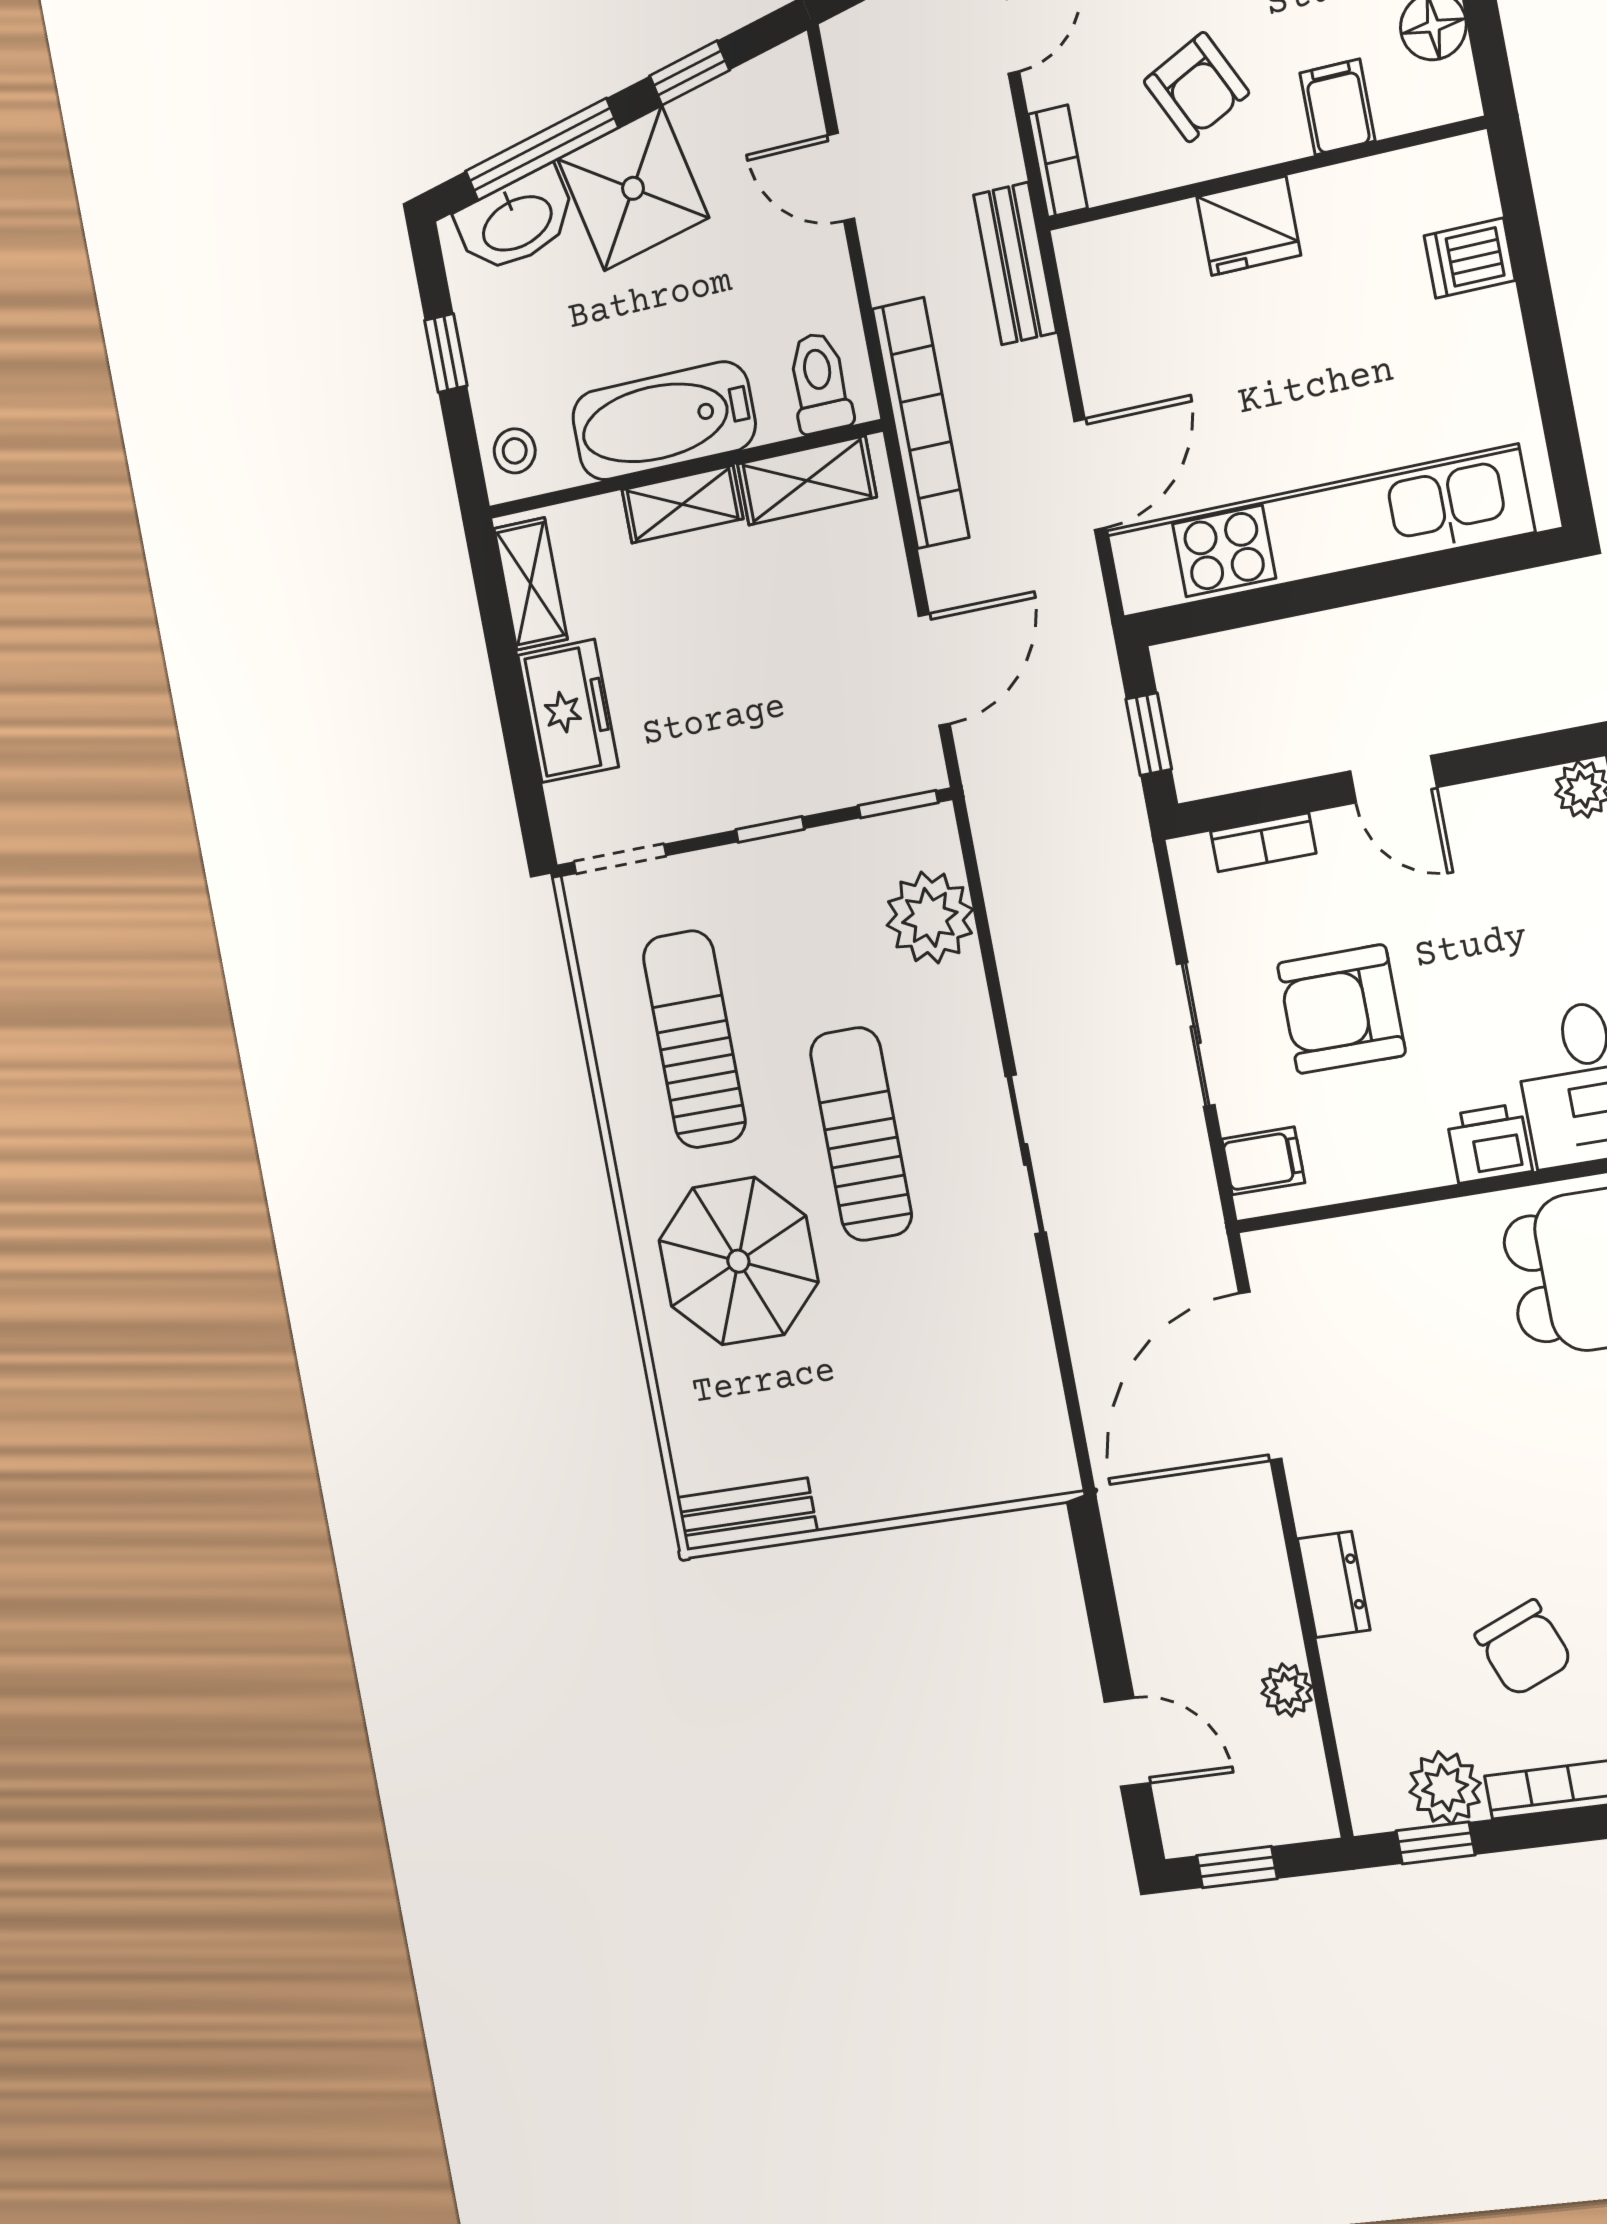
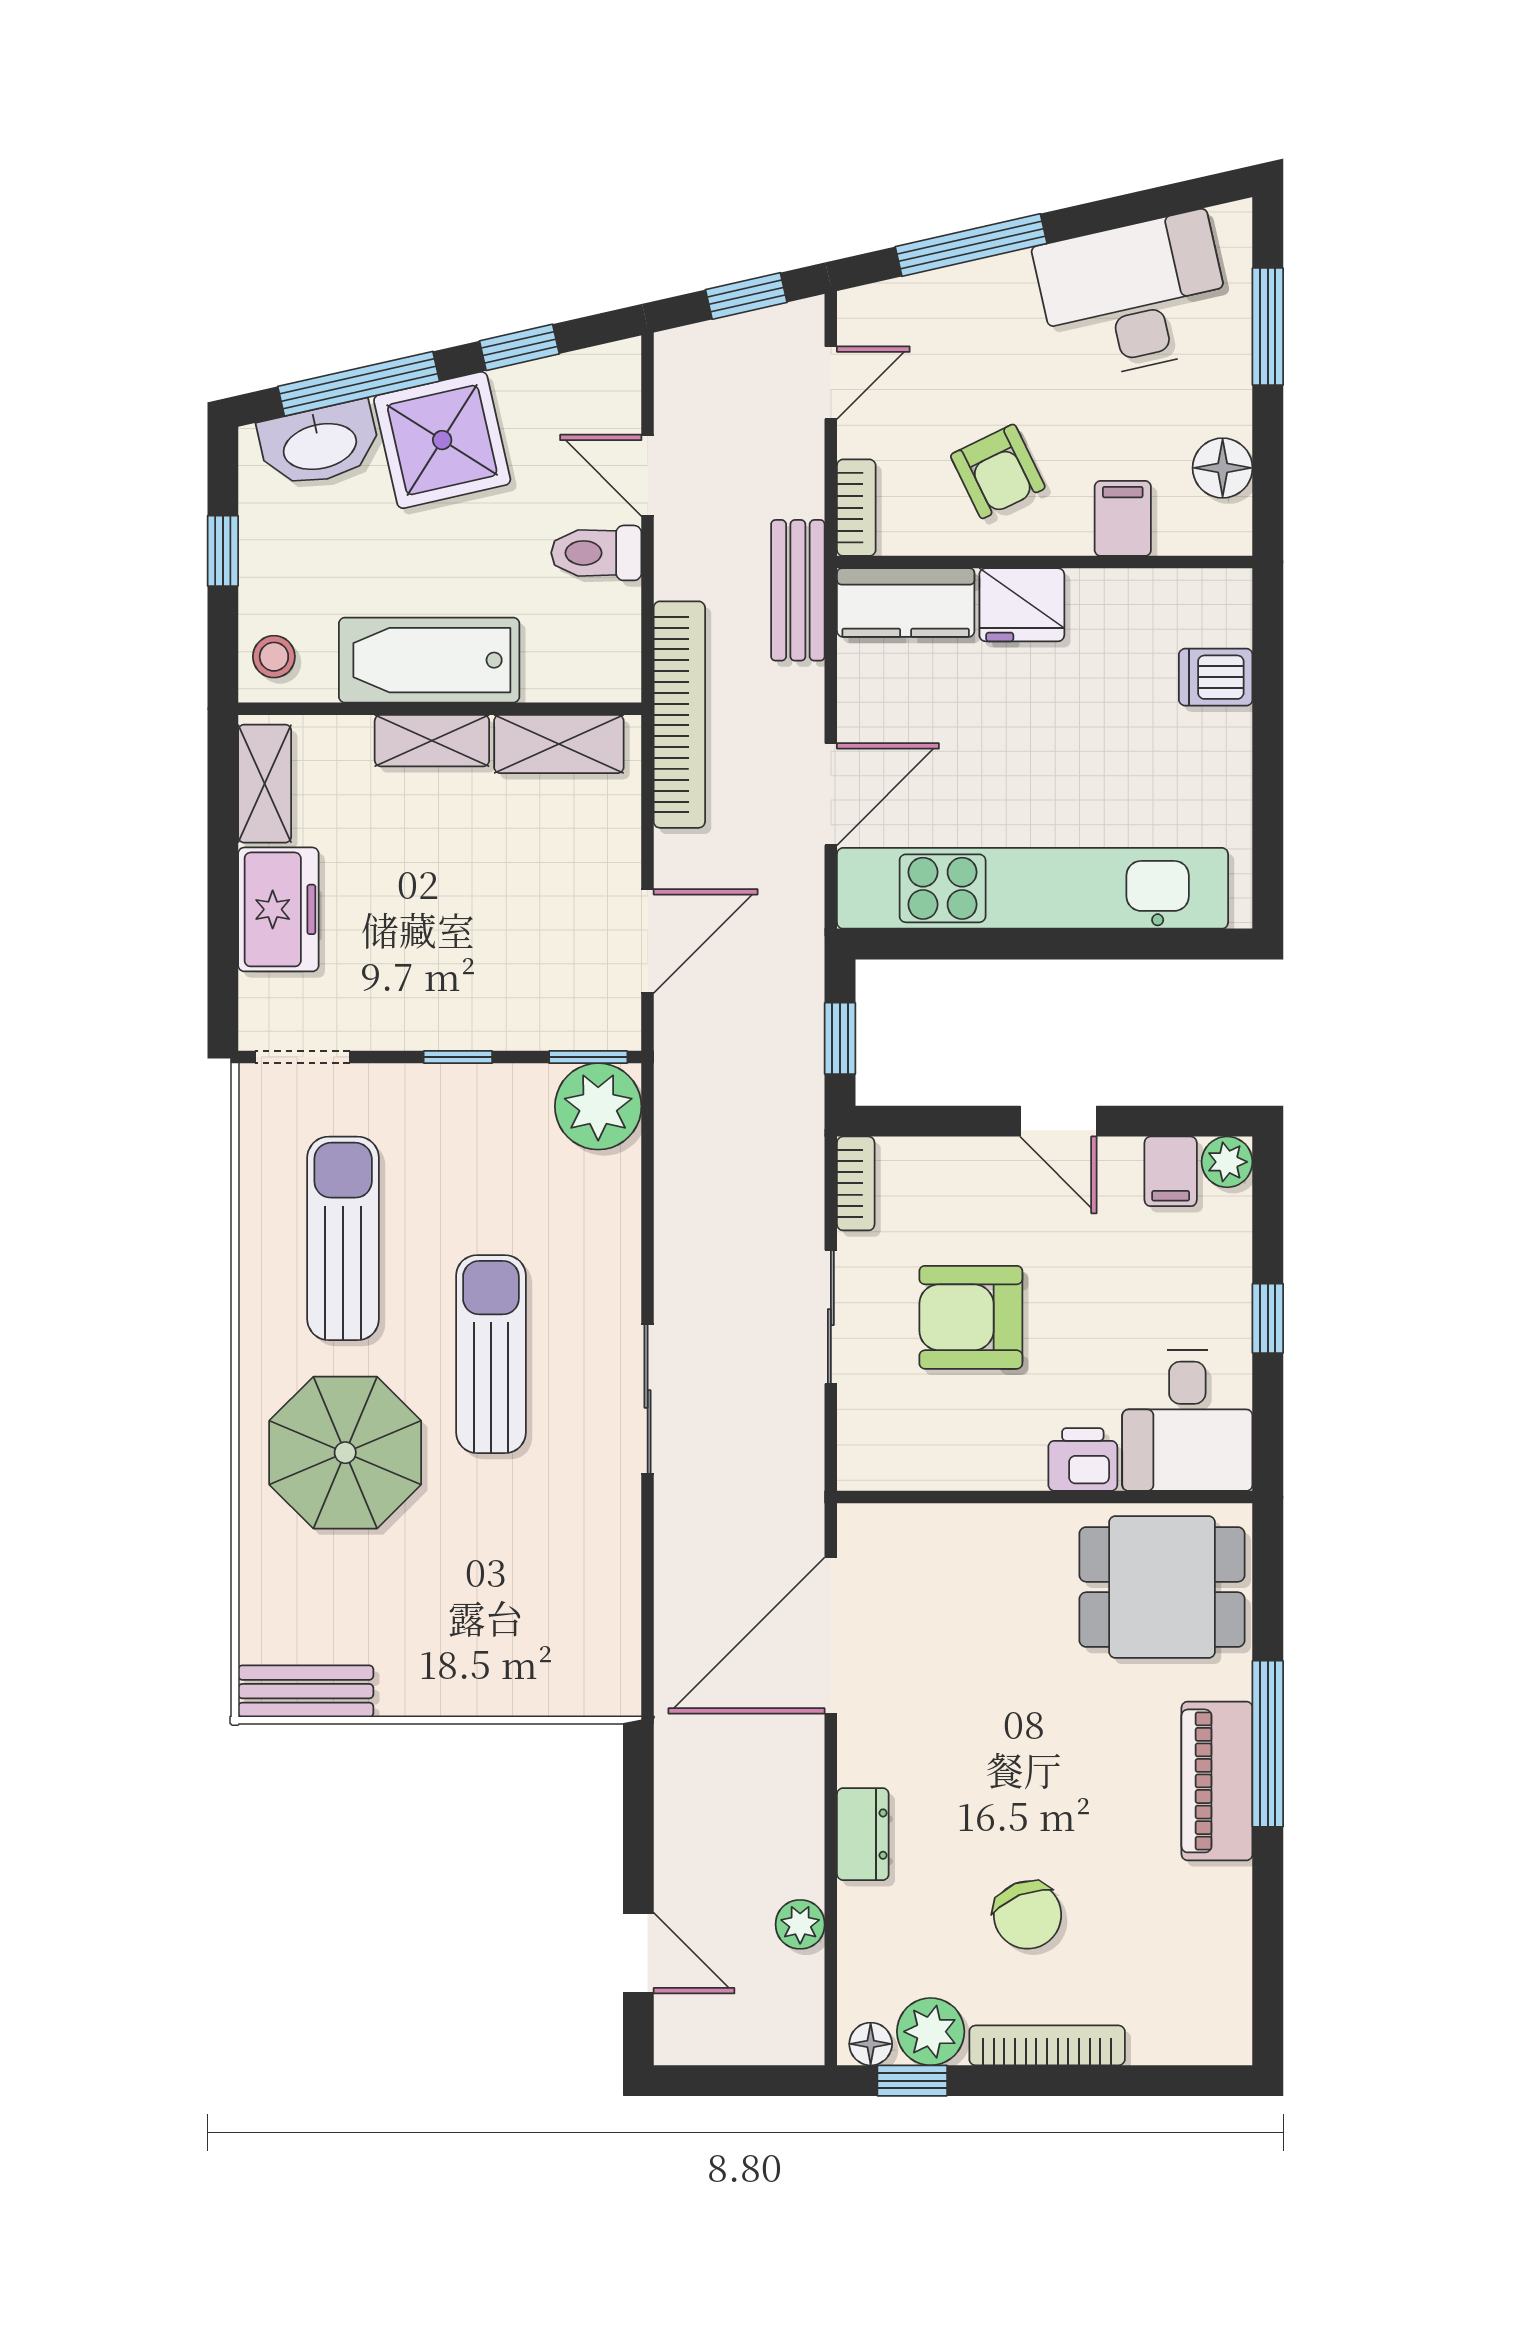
kitchen counter: (1128, 251) -> (906, 603), added
toilet: (820, 383) -> (596, 553), moved, turned -90
bookcase: (1263, 842) -> (856, 1183), moved, turned -90
plant: (930, 917) -> (598, 1106), moved
filing cabinet: (1263, 1161) -> (1171, 1171), moved, turned 90
floor lamp: (1384, 1809) -> (871, 2044), added
window: (1237, 1867) -> (721, 2081), removed

